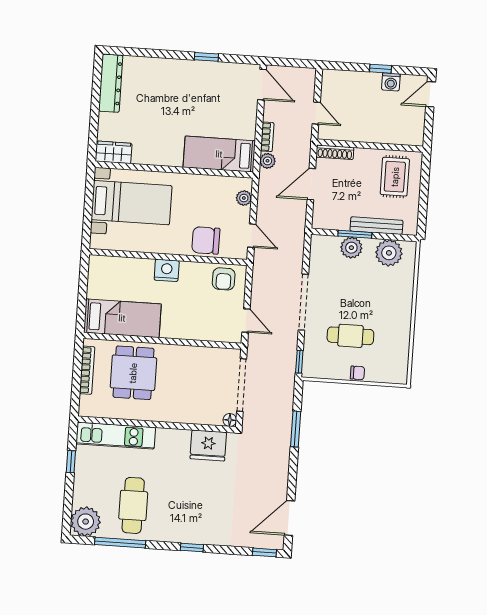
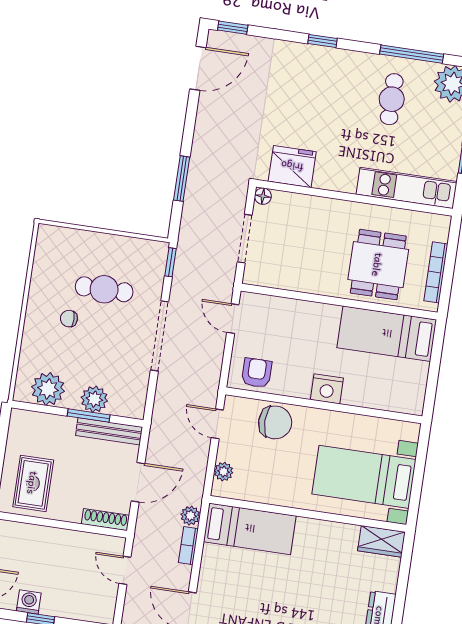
bench: (376, 226) -> (109, 431), moved
chair: (357, 373) -> (69, 319), moved
doorway: (242, 385) -> (245, 239), width x0.73
cafe table: (133, 505) -> (392, 99), width x0.73, depth x0.74

